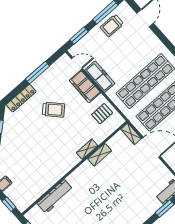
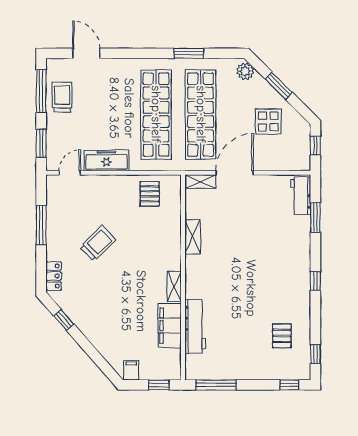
trolley: (112, 26) -> (62, 97), turned 180
filing cabinet: (85, 87) -> (170, 326), moved, turned 90
locker: (21, 98) -> (54, 276), width x0.66
shelving: (87, 149) -> (174, 287), moved

